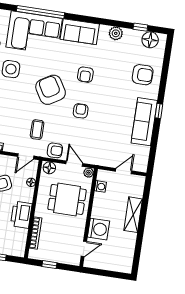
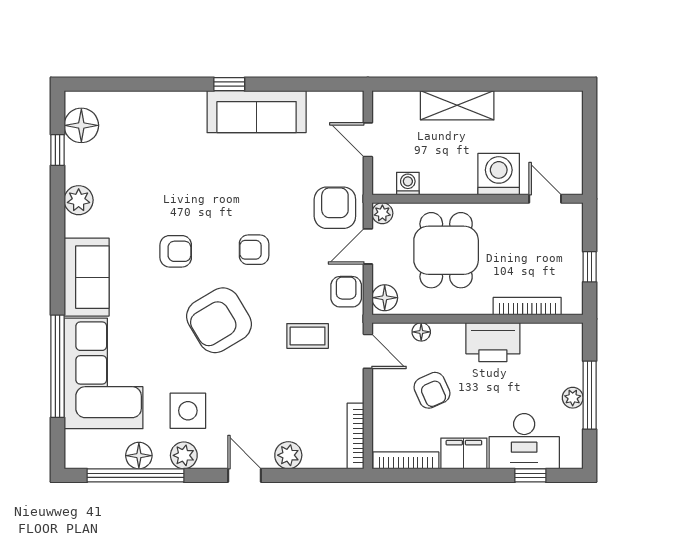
armchair: (143, 75) -> (335, 208), moved

